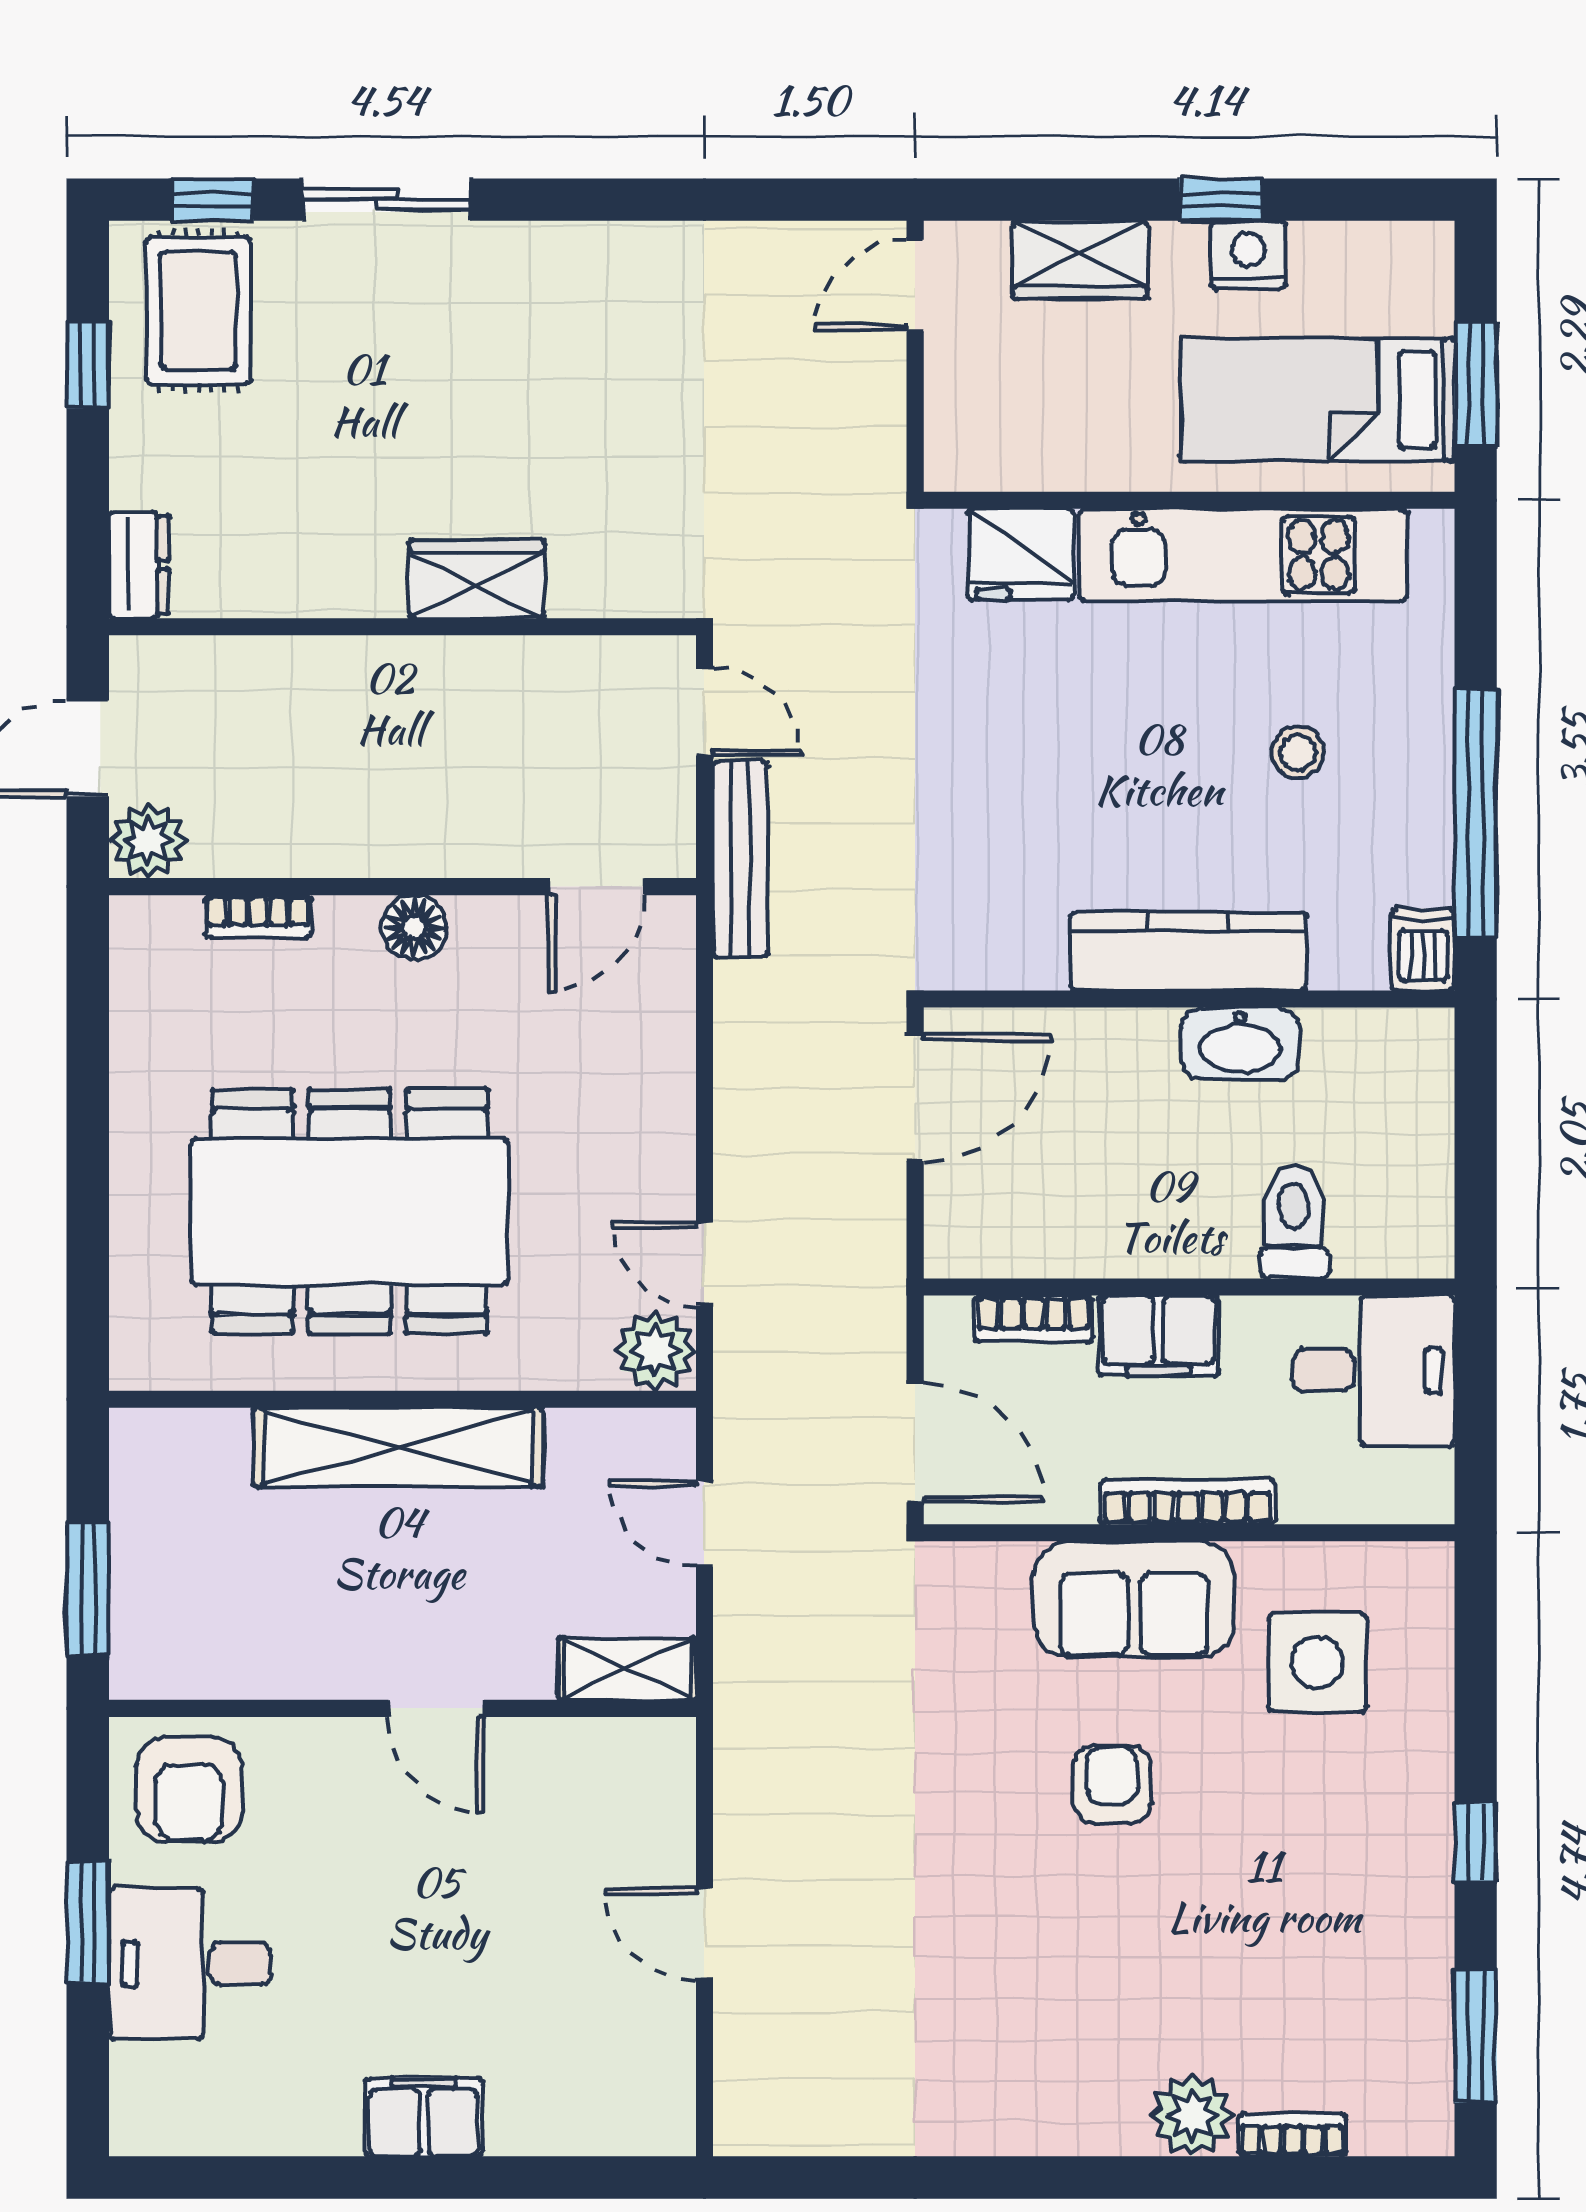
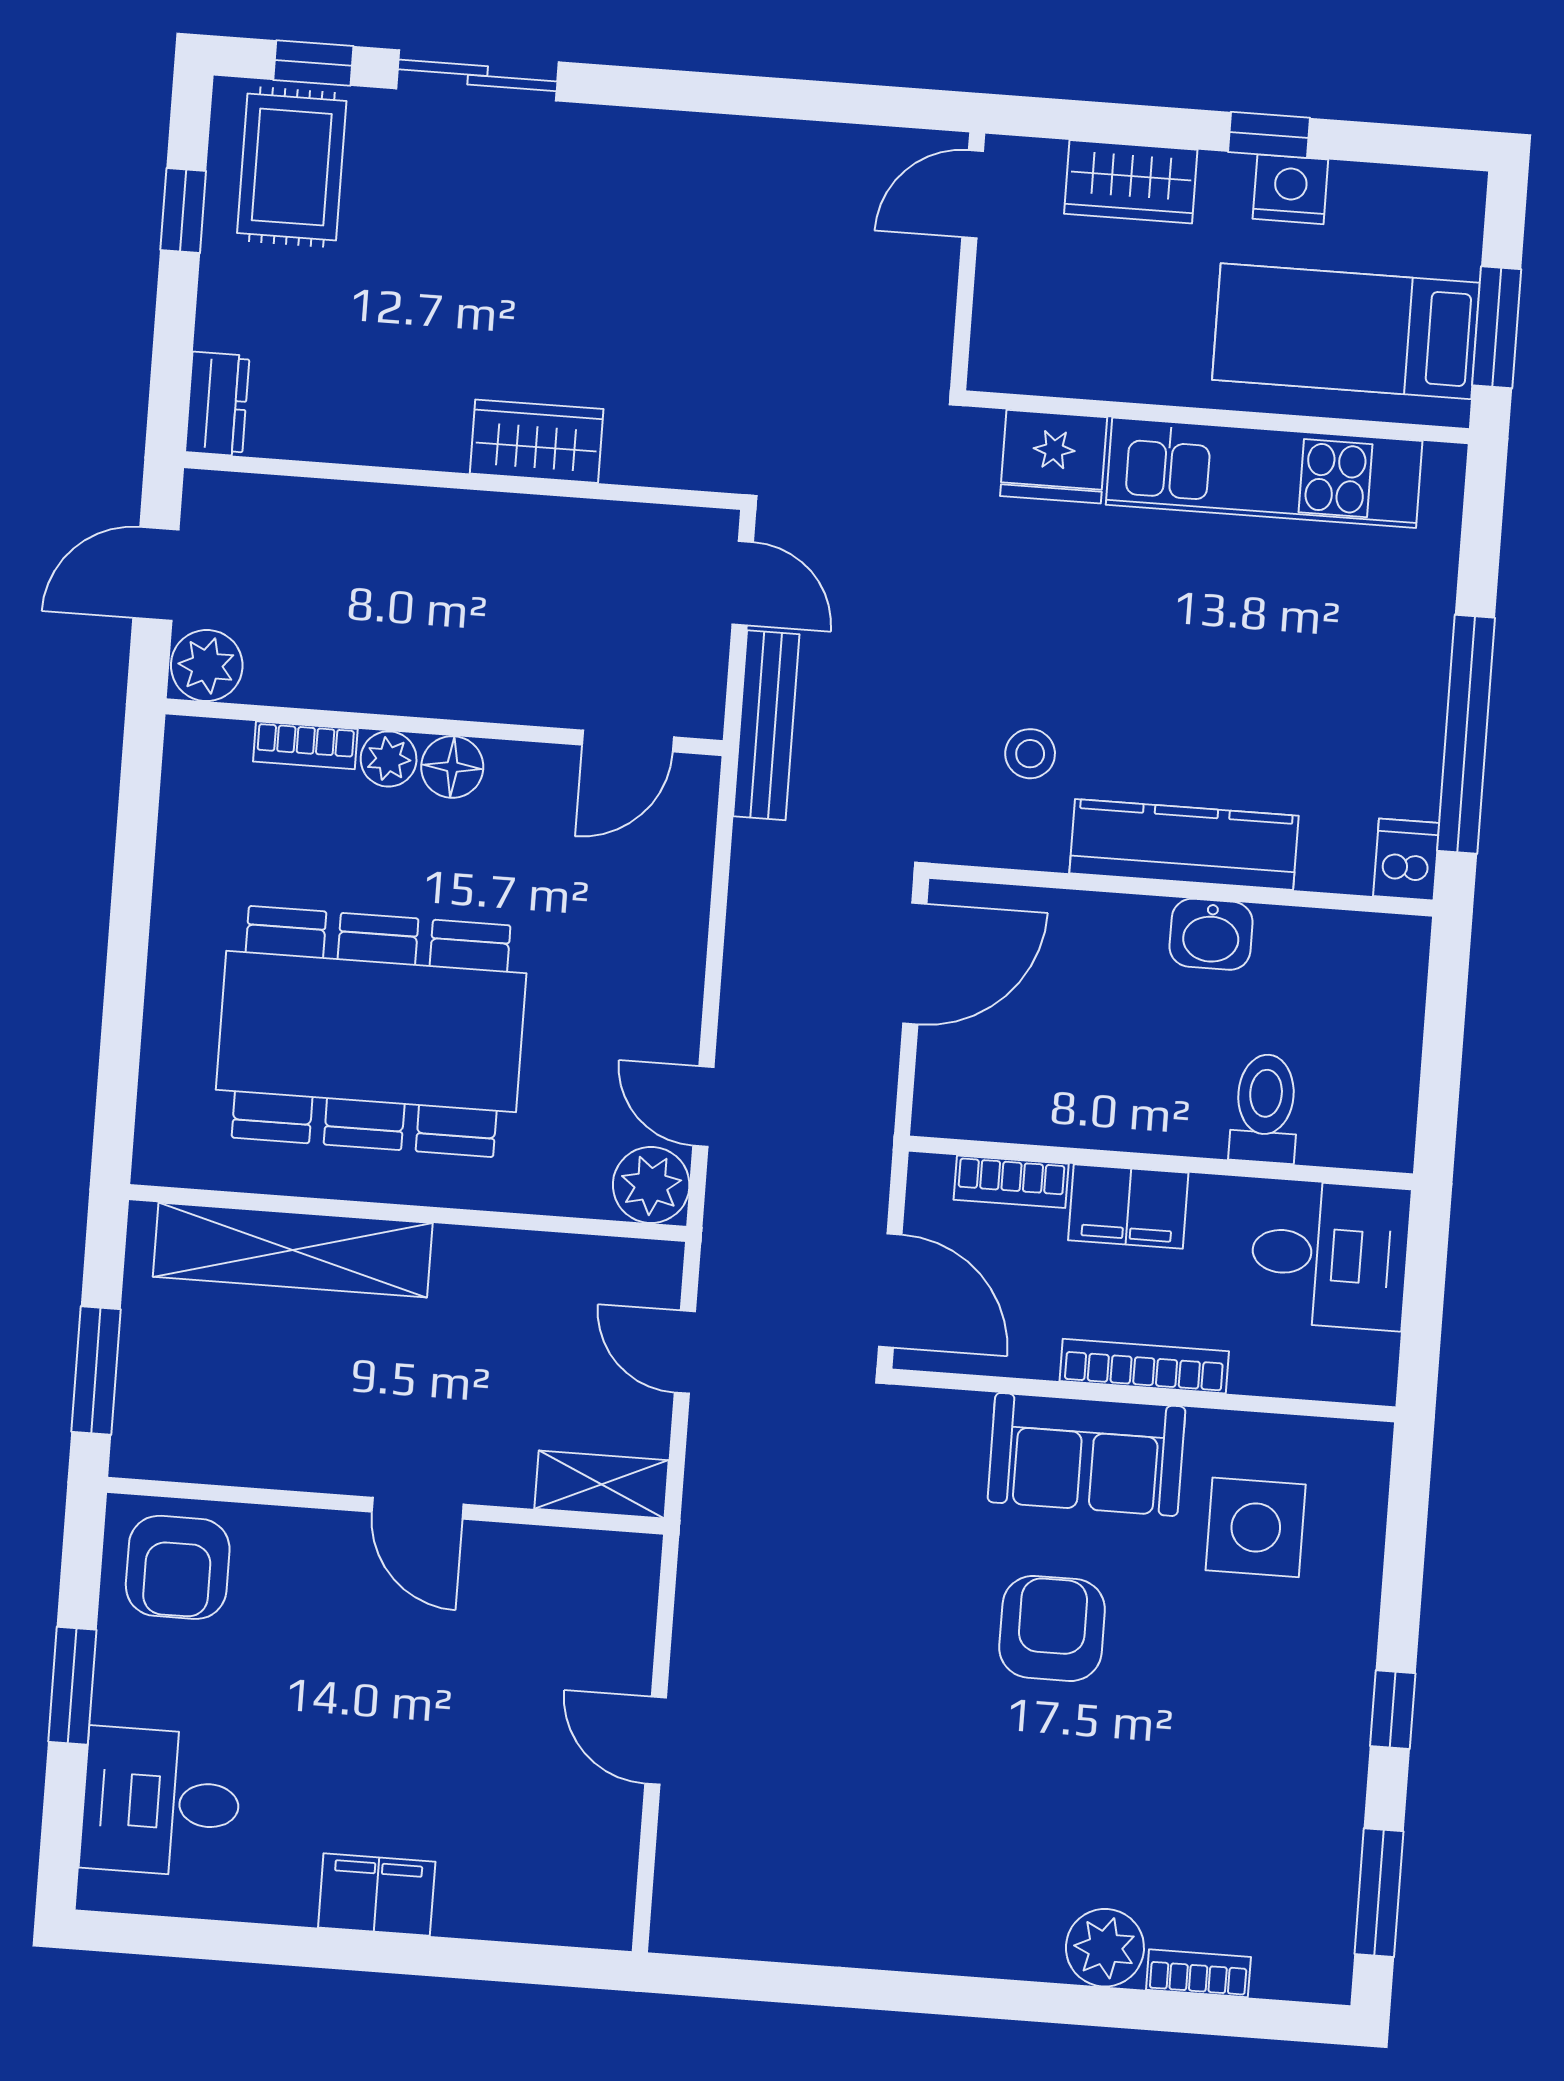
stool: (1298, 752) -> (1030, 754), moved
plant: (347, 924) -> (389, 759), added
washbasin: (1240, 1043) -> (1211, 934), width x0.72
shelving: (398, 1447) -> (293, 1250), moved
armchair: (1112, 1784) -> (1052, 1628), width x1.38, depth x1.38
desk: (190, 1964) -> (161, 1802), moved

